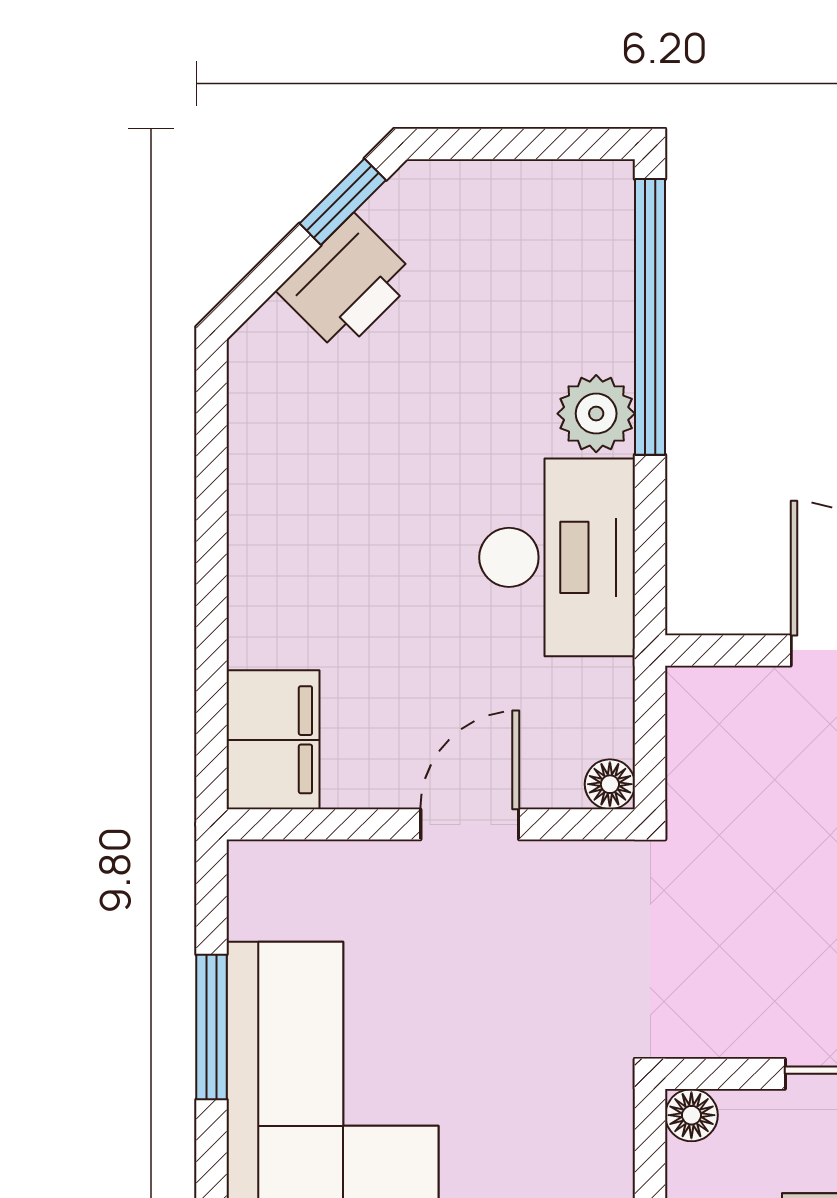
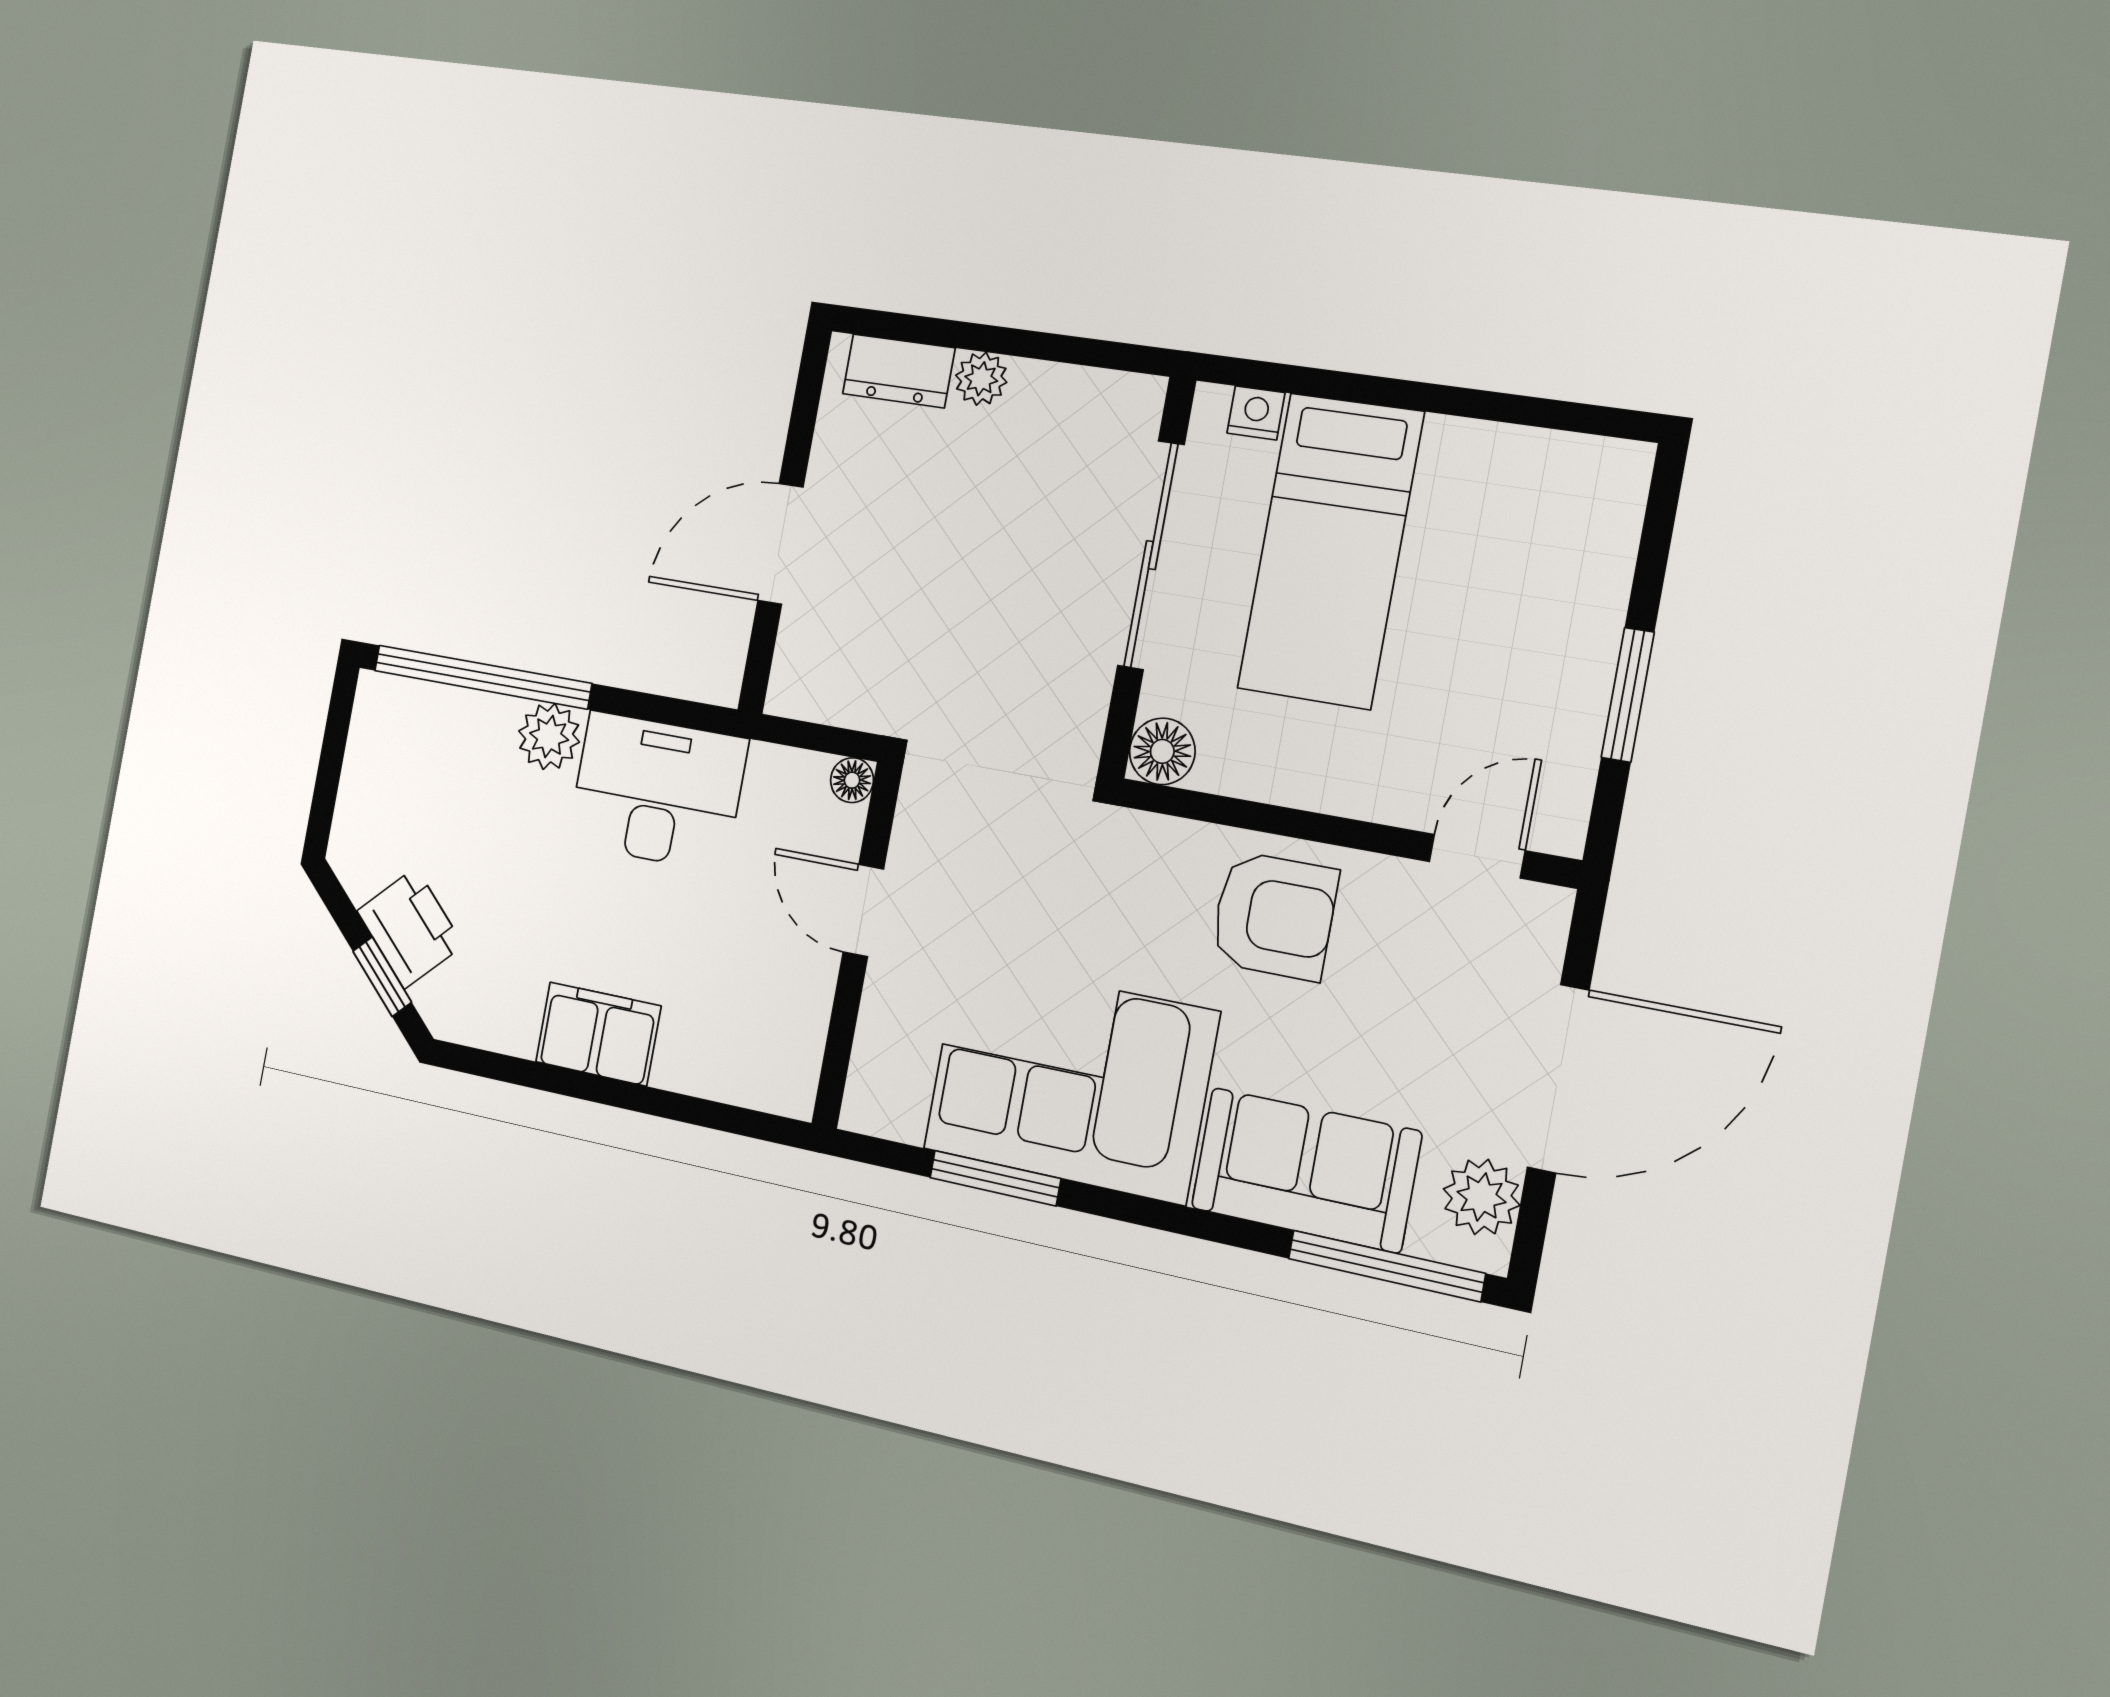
window: (343, 202) -> (382, 977), moved
filing cabinet: (273, 740) -> (598, 1034), moved
floor lamp: (691, 1115) -> (1162, 751), width x1.37, depth x1.37

